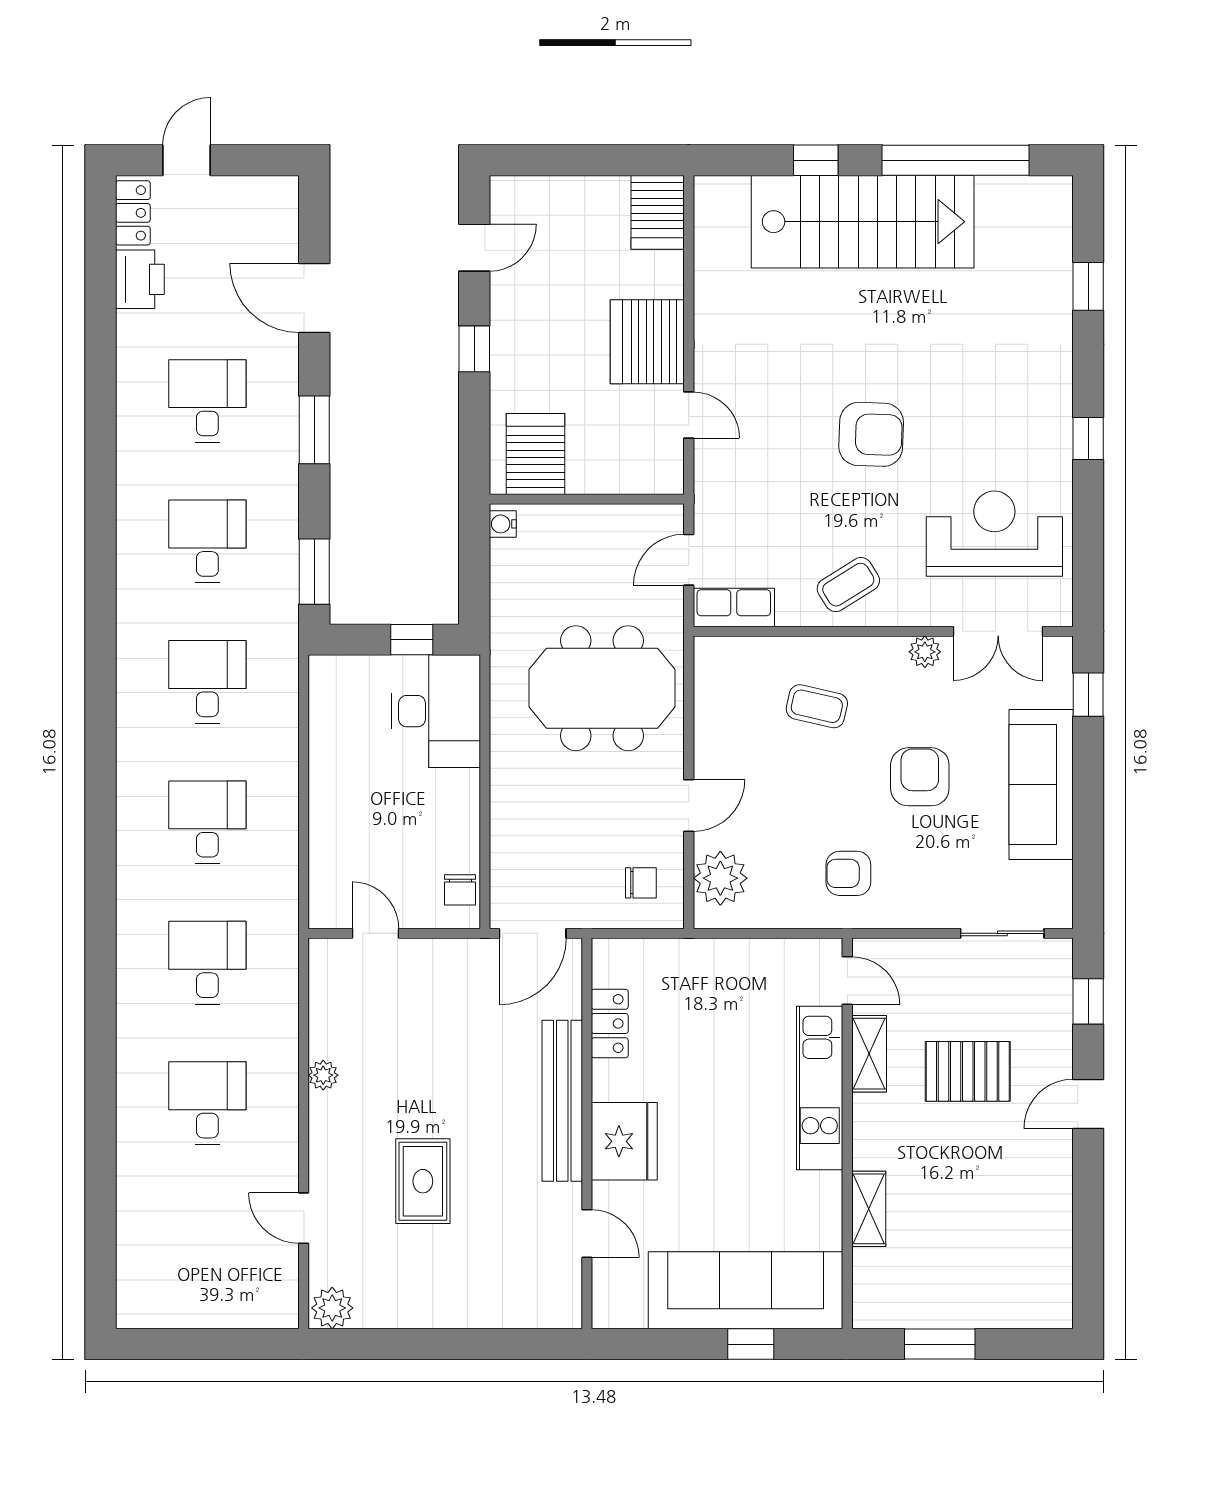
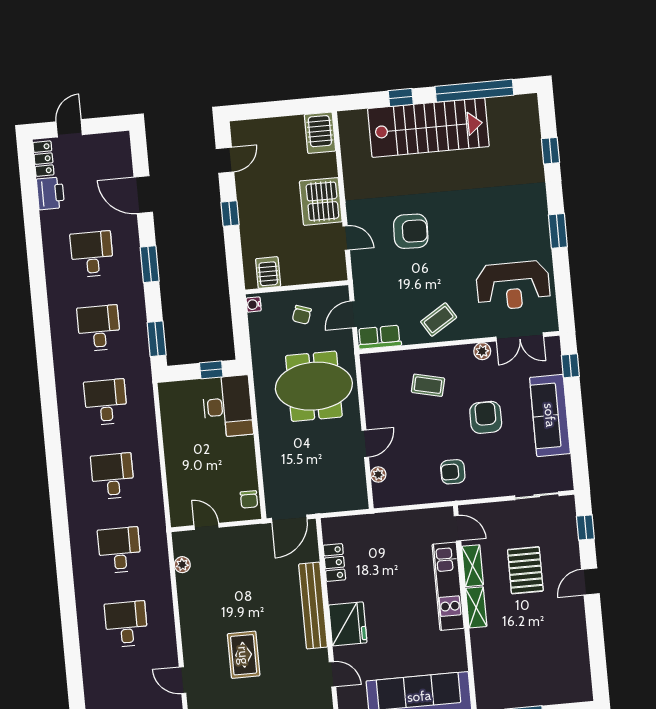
armchair: (871, 434) -> (411, 231), moved
window: (1088, 439) -> (558, 231), width x1.50
server rack: (536, 454) -> (268, 273), width x0.73, depth x0.70
reception desk: (994, 534) -> (513, 286), turned 180
plant: (720, 878) -> (378, 474), width x0.53, depth x0.53
chair: (641, 883) -> (302, 315), moved, turned 109
pallet: (968, 1071) -> (525, 570), turned 90
plant: (323, 1075) -> (182, 565), moved
shelving: (869, 1209) -> (476, 607), moved

